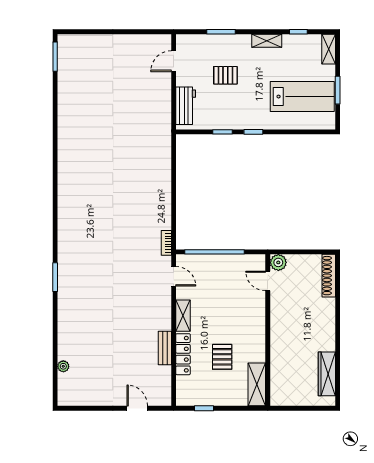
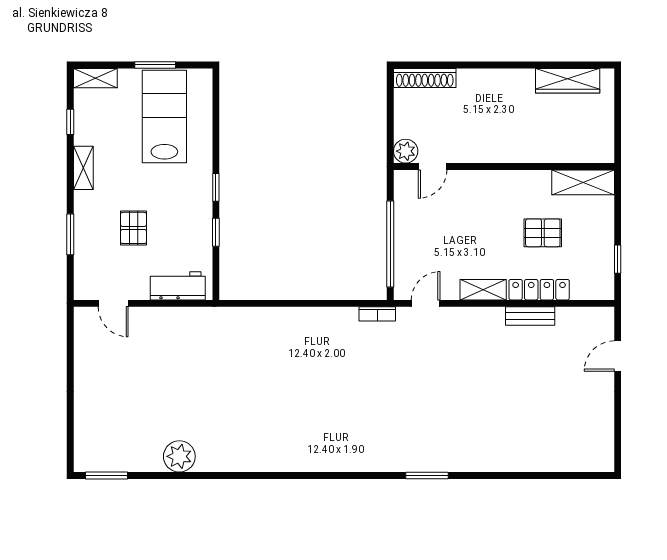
plant: (63, 366) -> (179, 456), moved, width x1.88, depth x1.88

